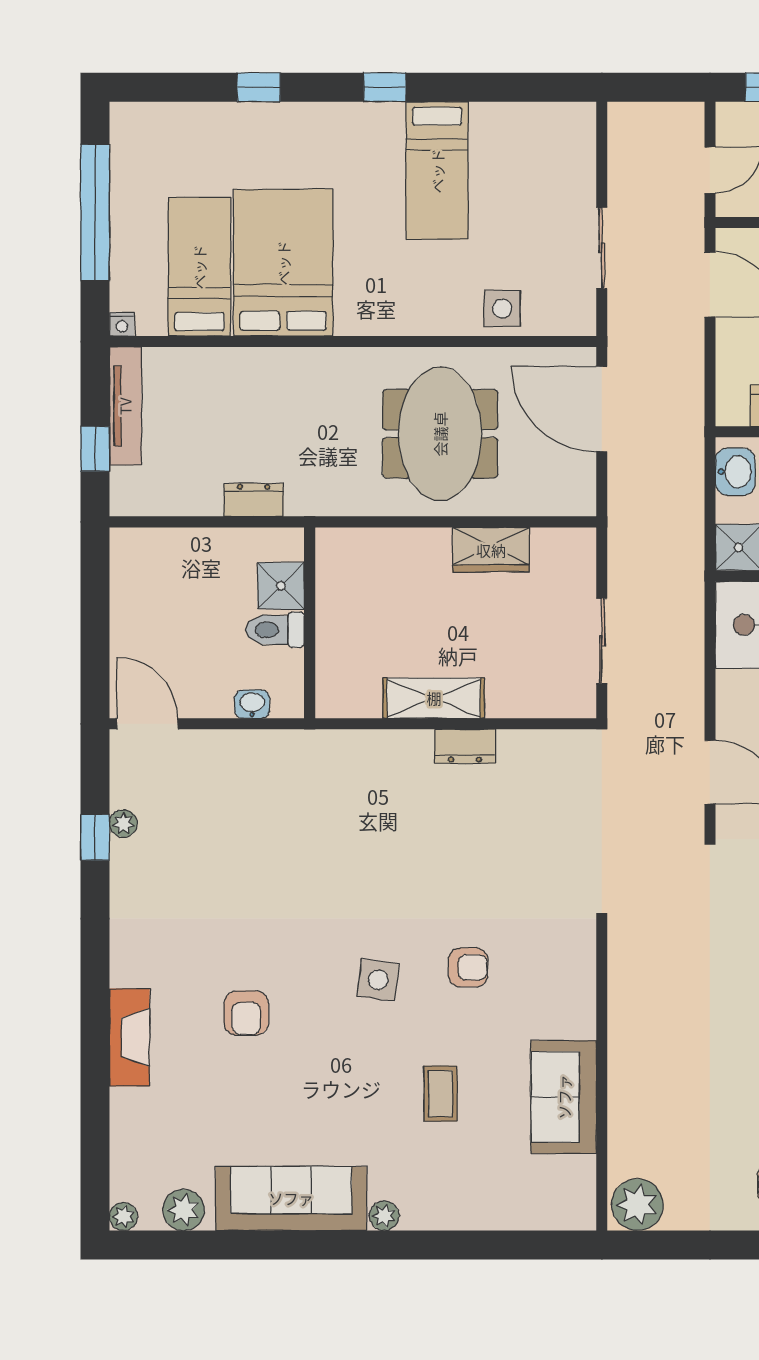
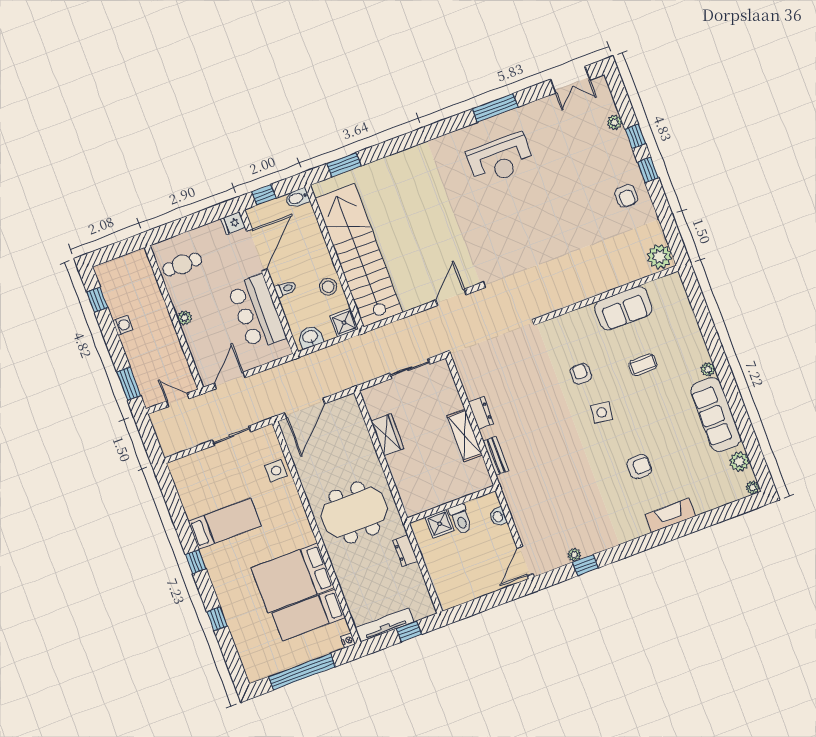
meeting table: (440, 434) -> (354, 512), moved
bench: (371, 744) -> (496, 456), added

